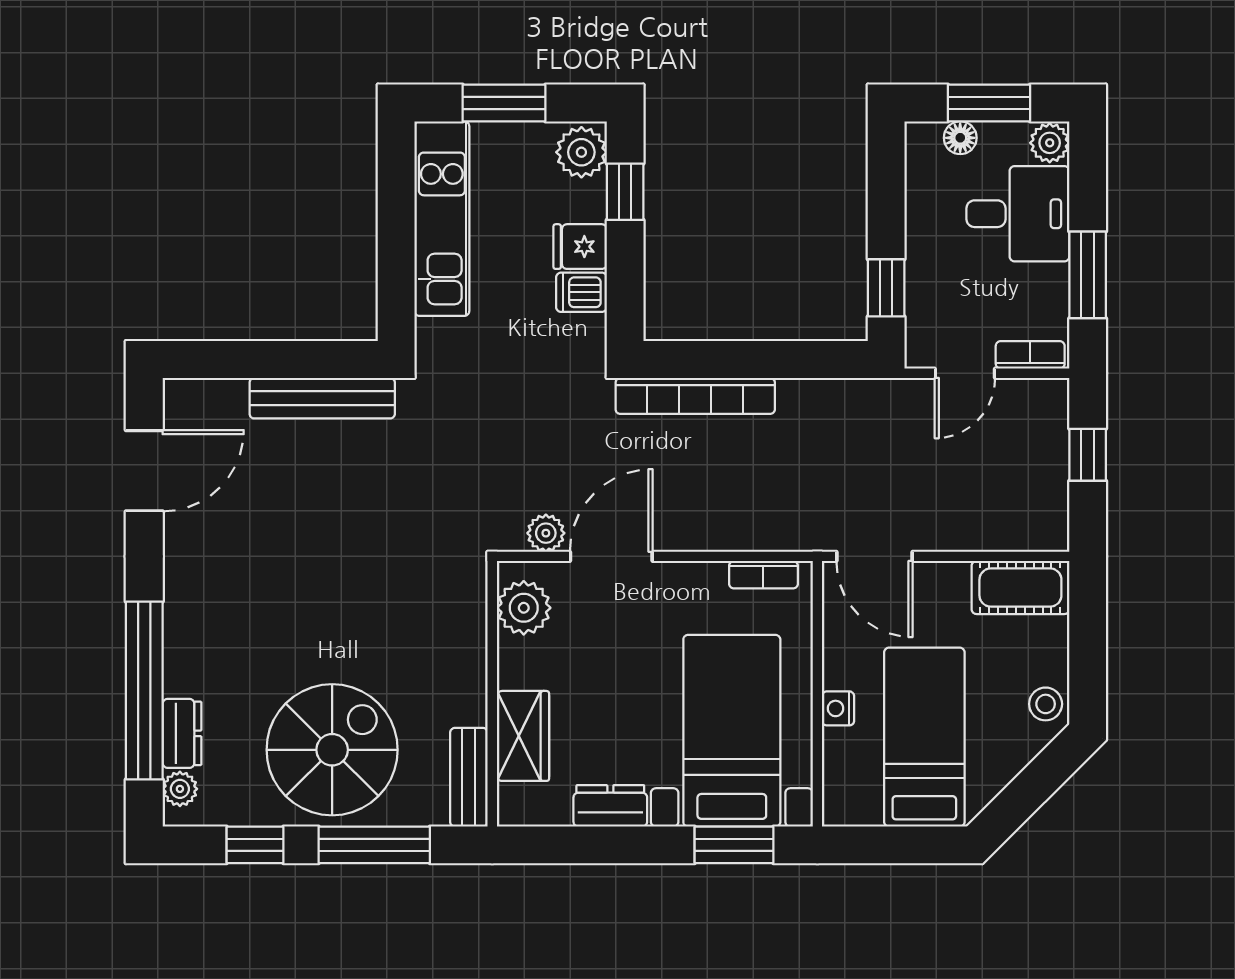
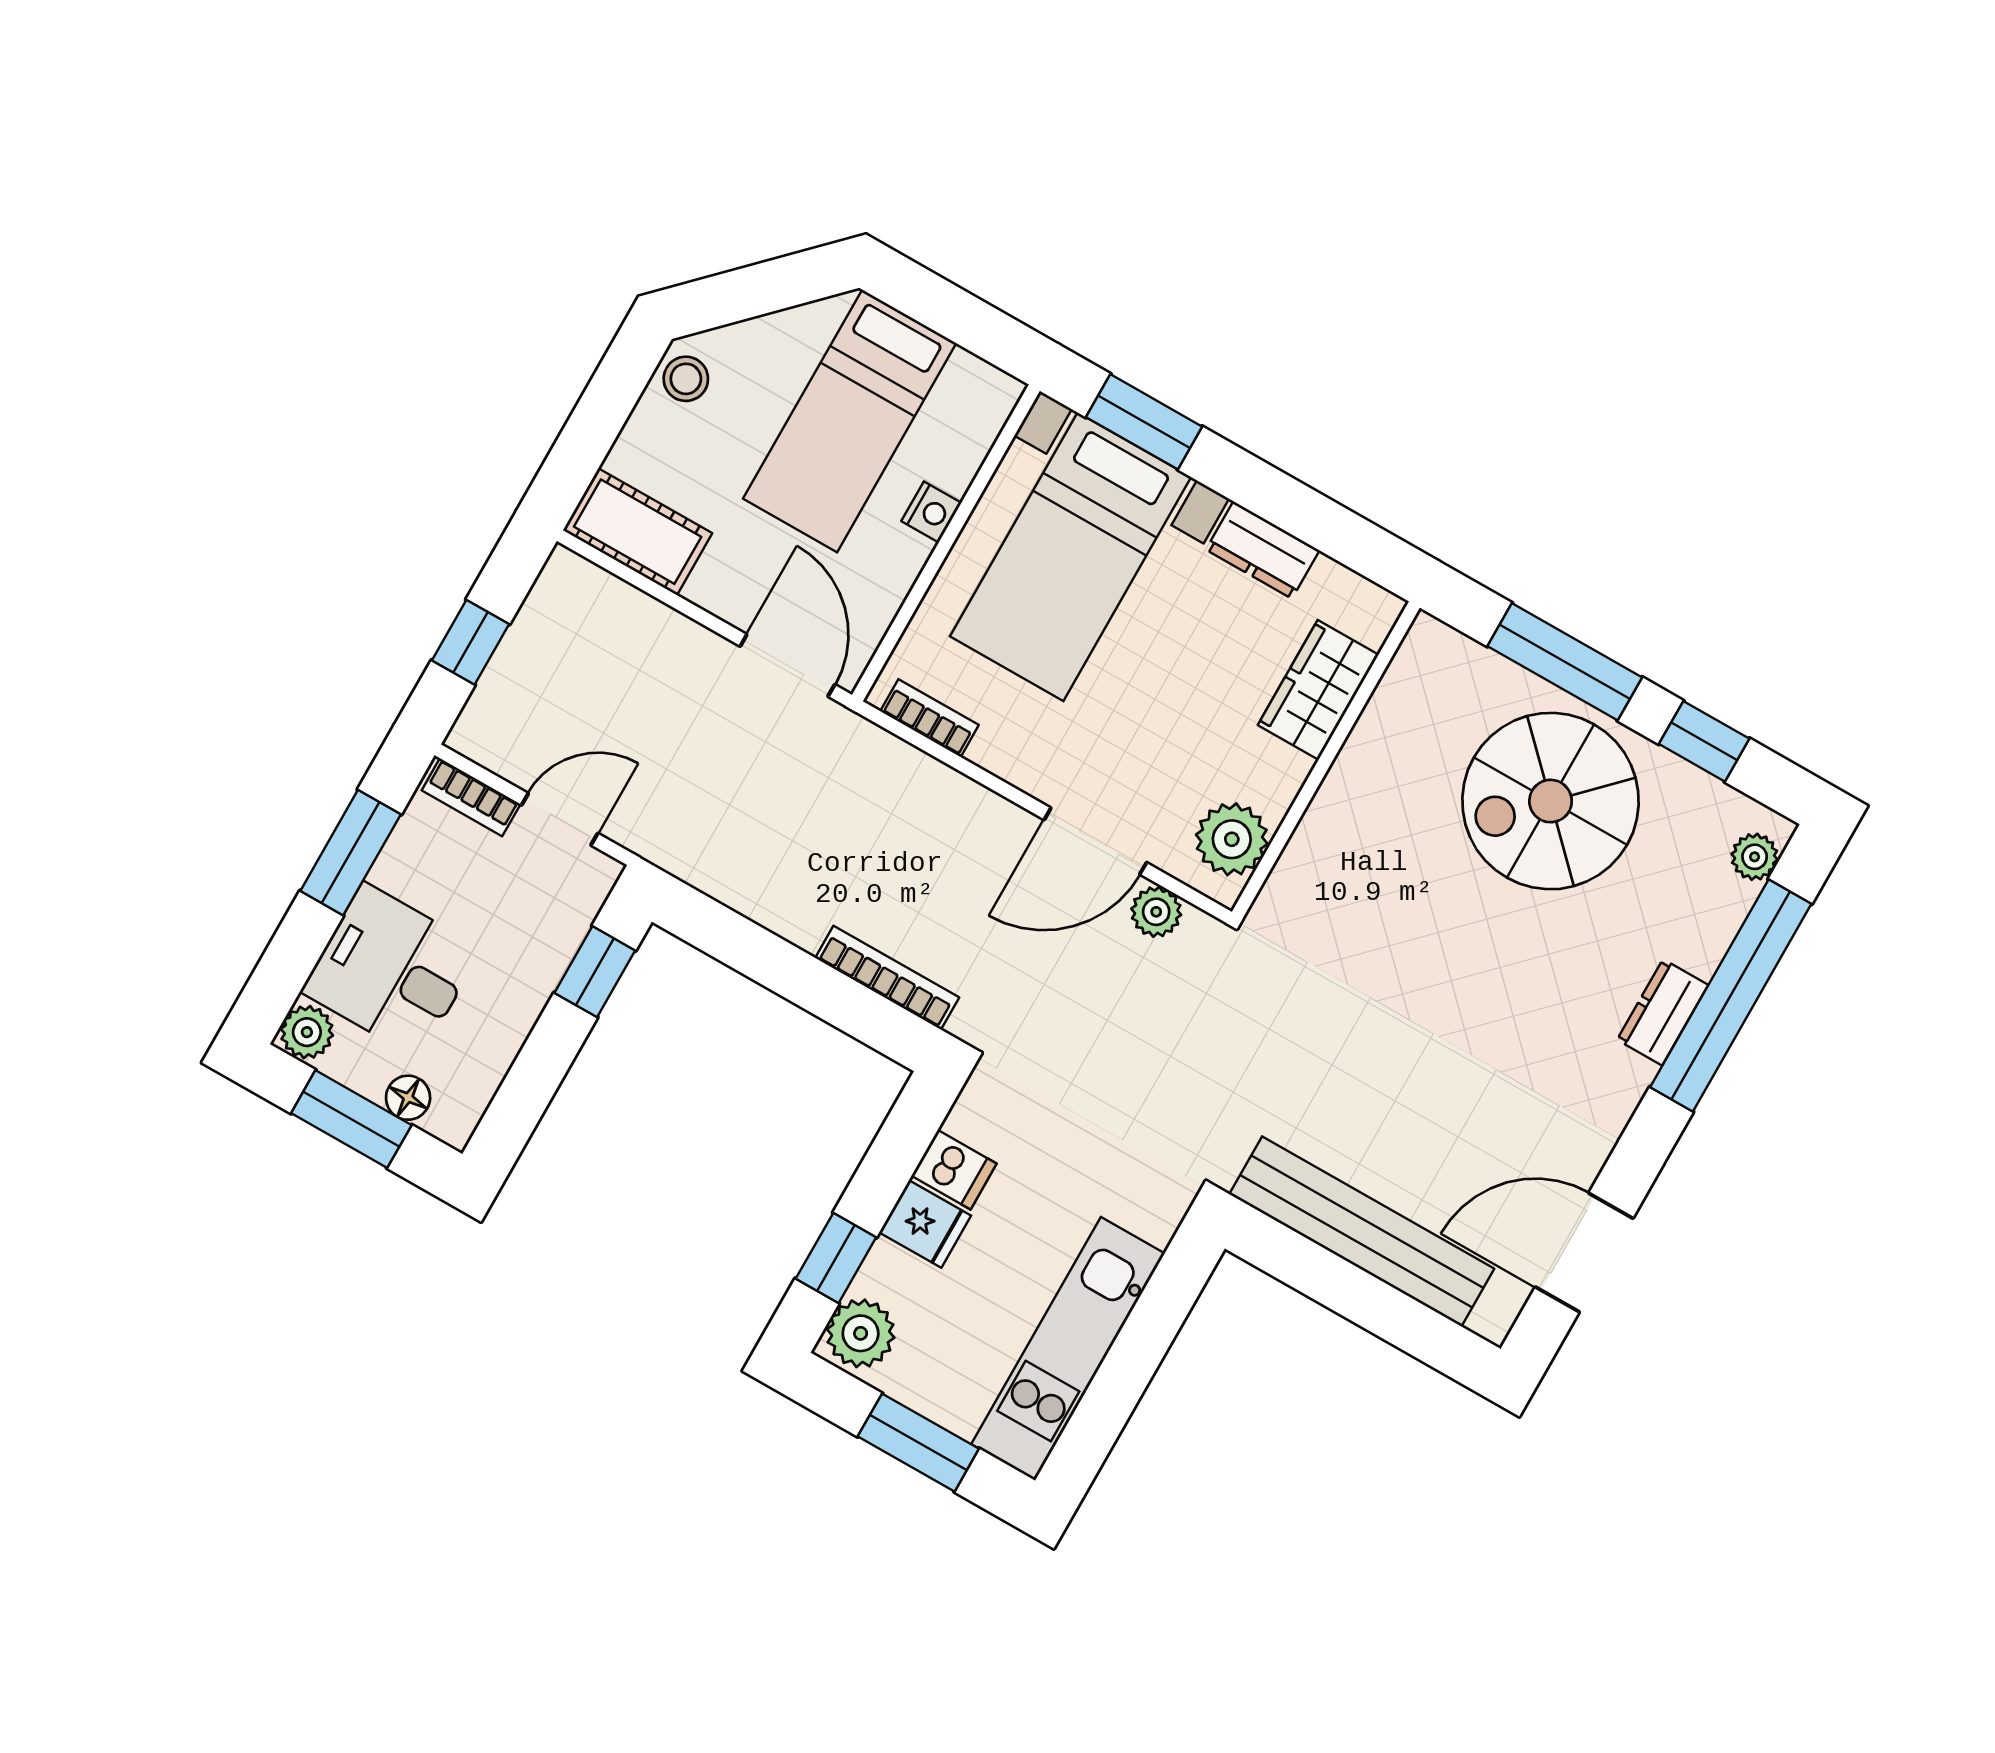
bookcase: (695, 396) -> (887, 978), width x0.68, depth x0.76
bench: (322, 398) -> (1362, 1231), width x1.37, depth x1.21
dresser: (182, 733) -> (1663, 1012), moved
bench: (469, 777) -> (1409, 678), removed

